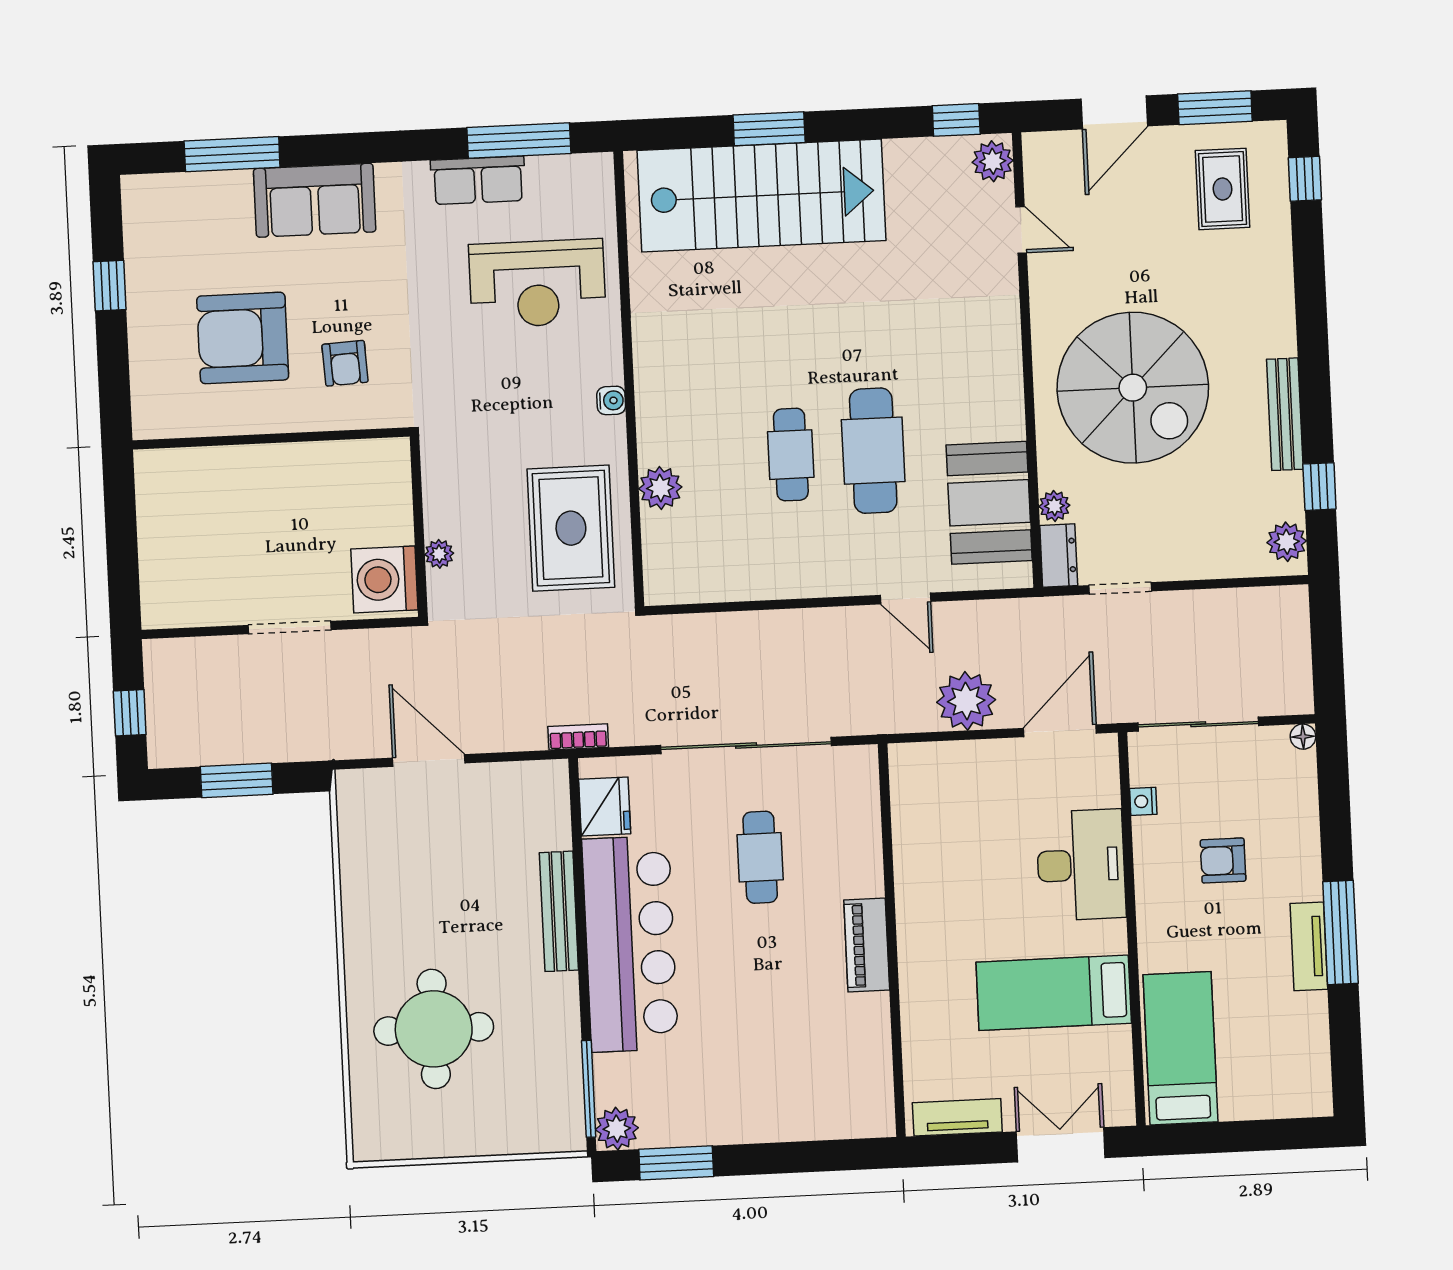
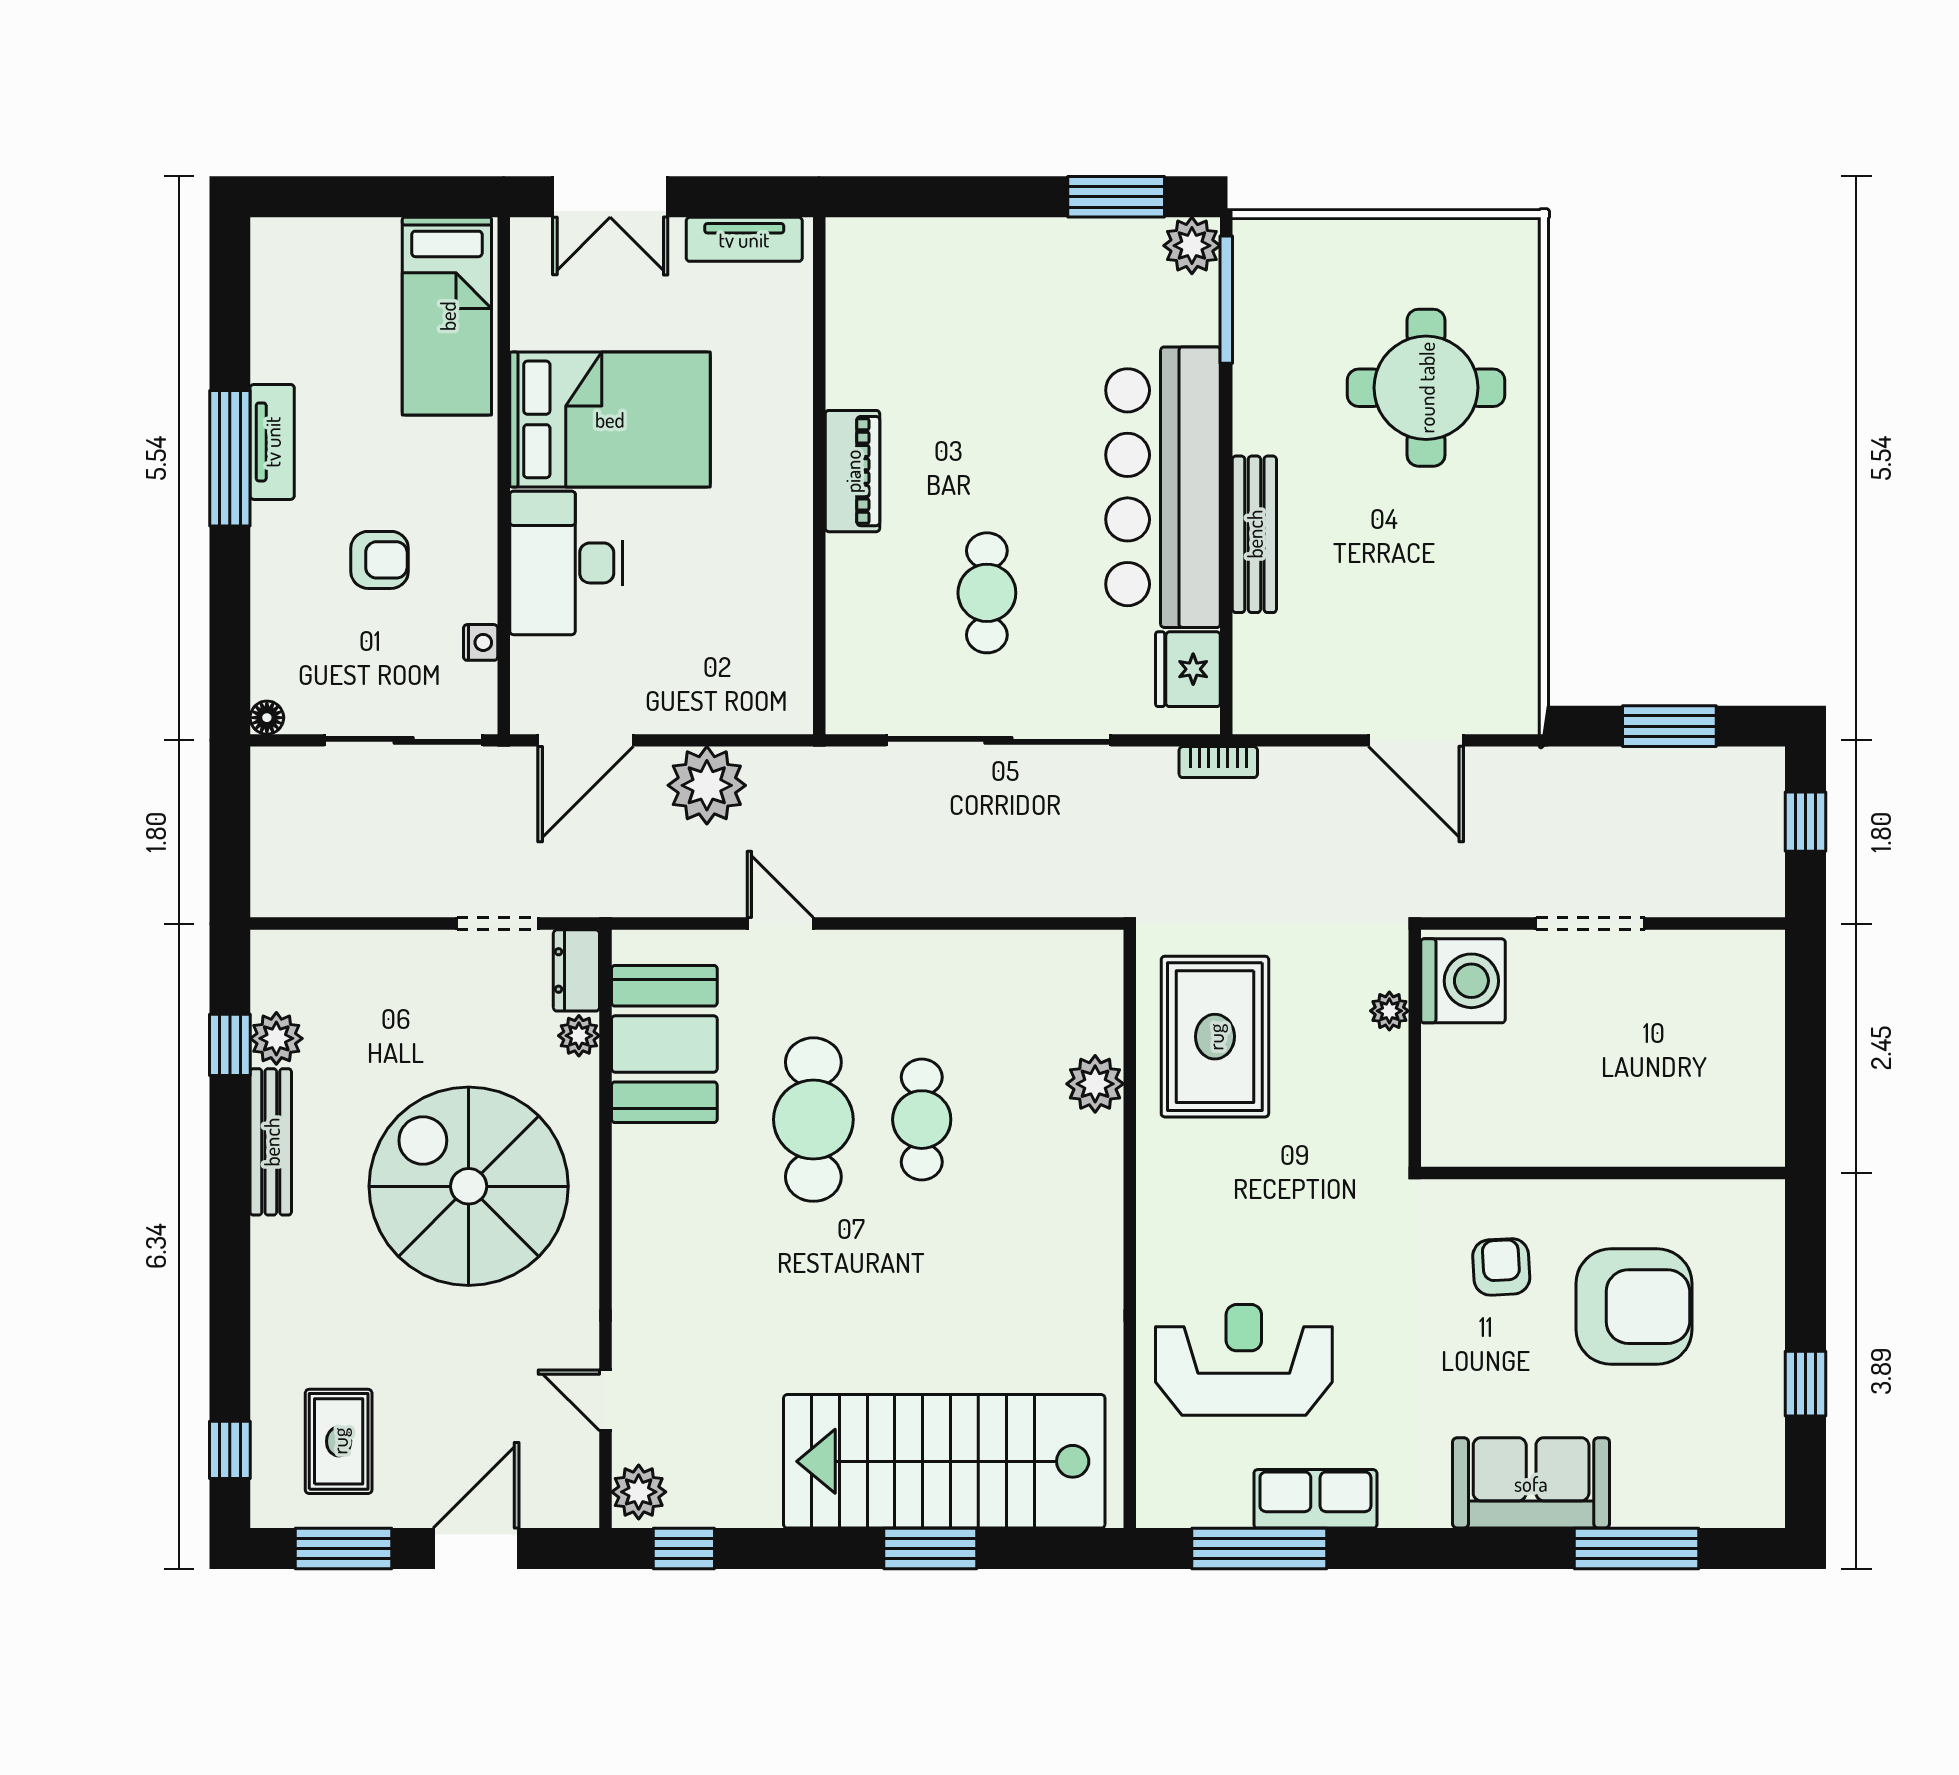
water cooler: (611, 400) -> (1154, 1202), removed
plant: (1287, 542) -> (276, 1038), moved
bed: (1054, 993) -> (610, 419), width x1.50

